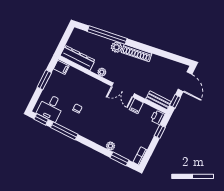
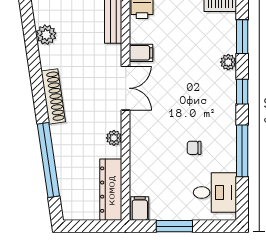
plant: (117, 47) -> (46, 35), moved
window: (41, 119) -> (242, 92), moved

